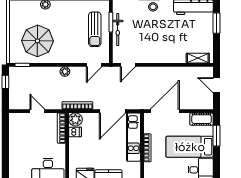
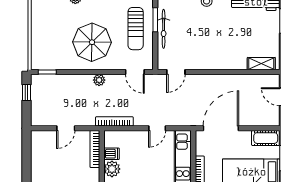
parasol: (37, 41) -> (92, 42), moved
door: (94, 65) -> (135, 72), hinge flipped
door: (37, 111) -> (66, 128), swing flipped
door: (112, 111) -> (157, 128), width x0.53
plant: (75, 119) -> (112, 169), moved

